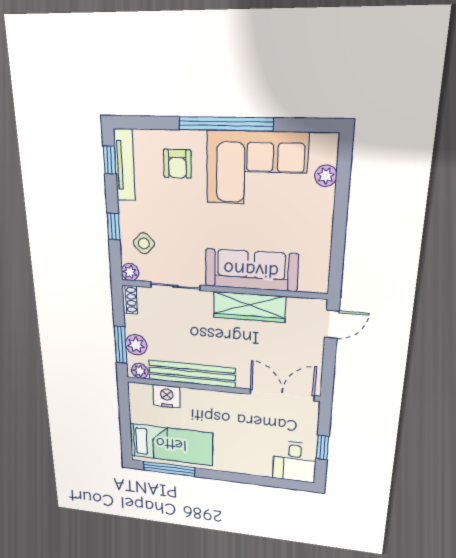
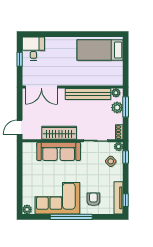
plant: (326, 176) -> (27, 209), moved
window: (113, 227) -> (126, 157), moved
nightstand: (167, 396) -> (102, 79), removed
window: (169, 469) -> (102, 34), removed

